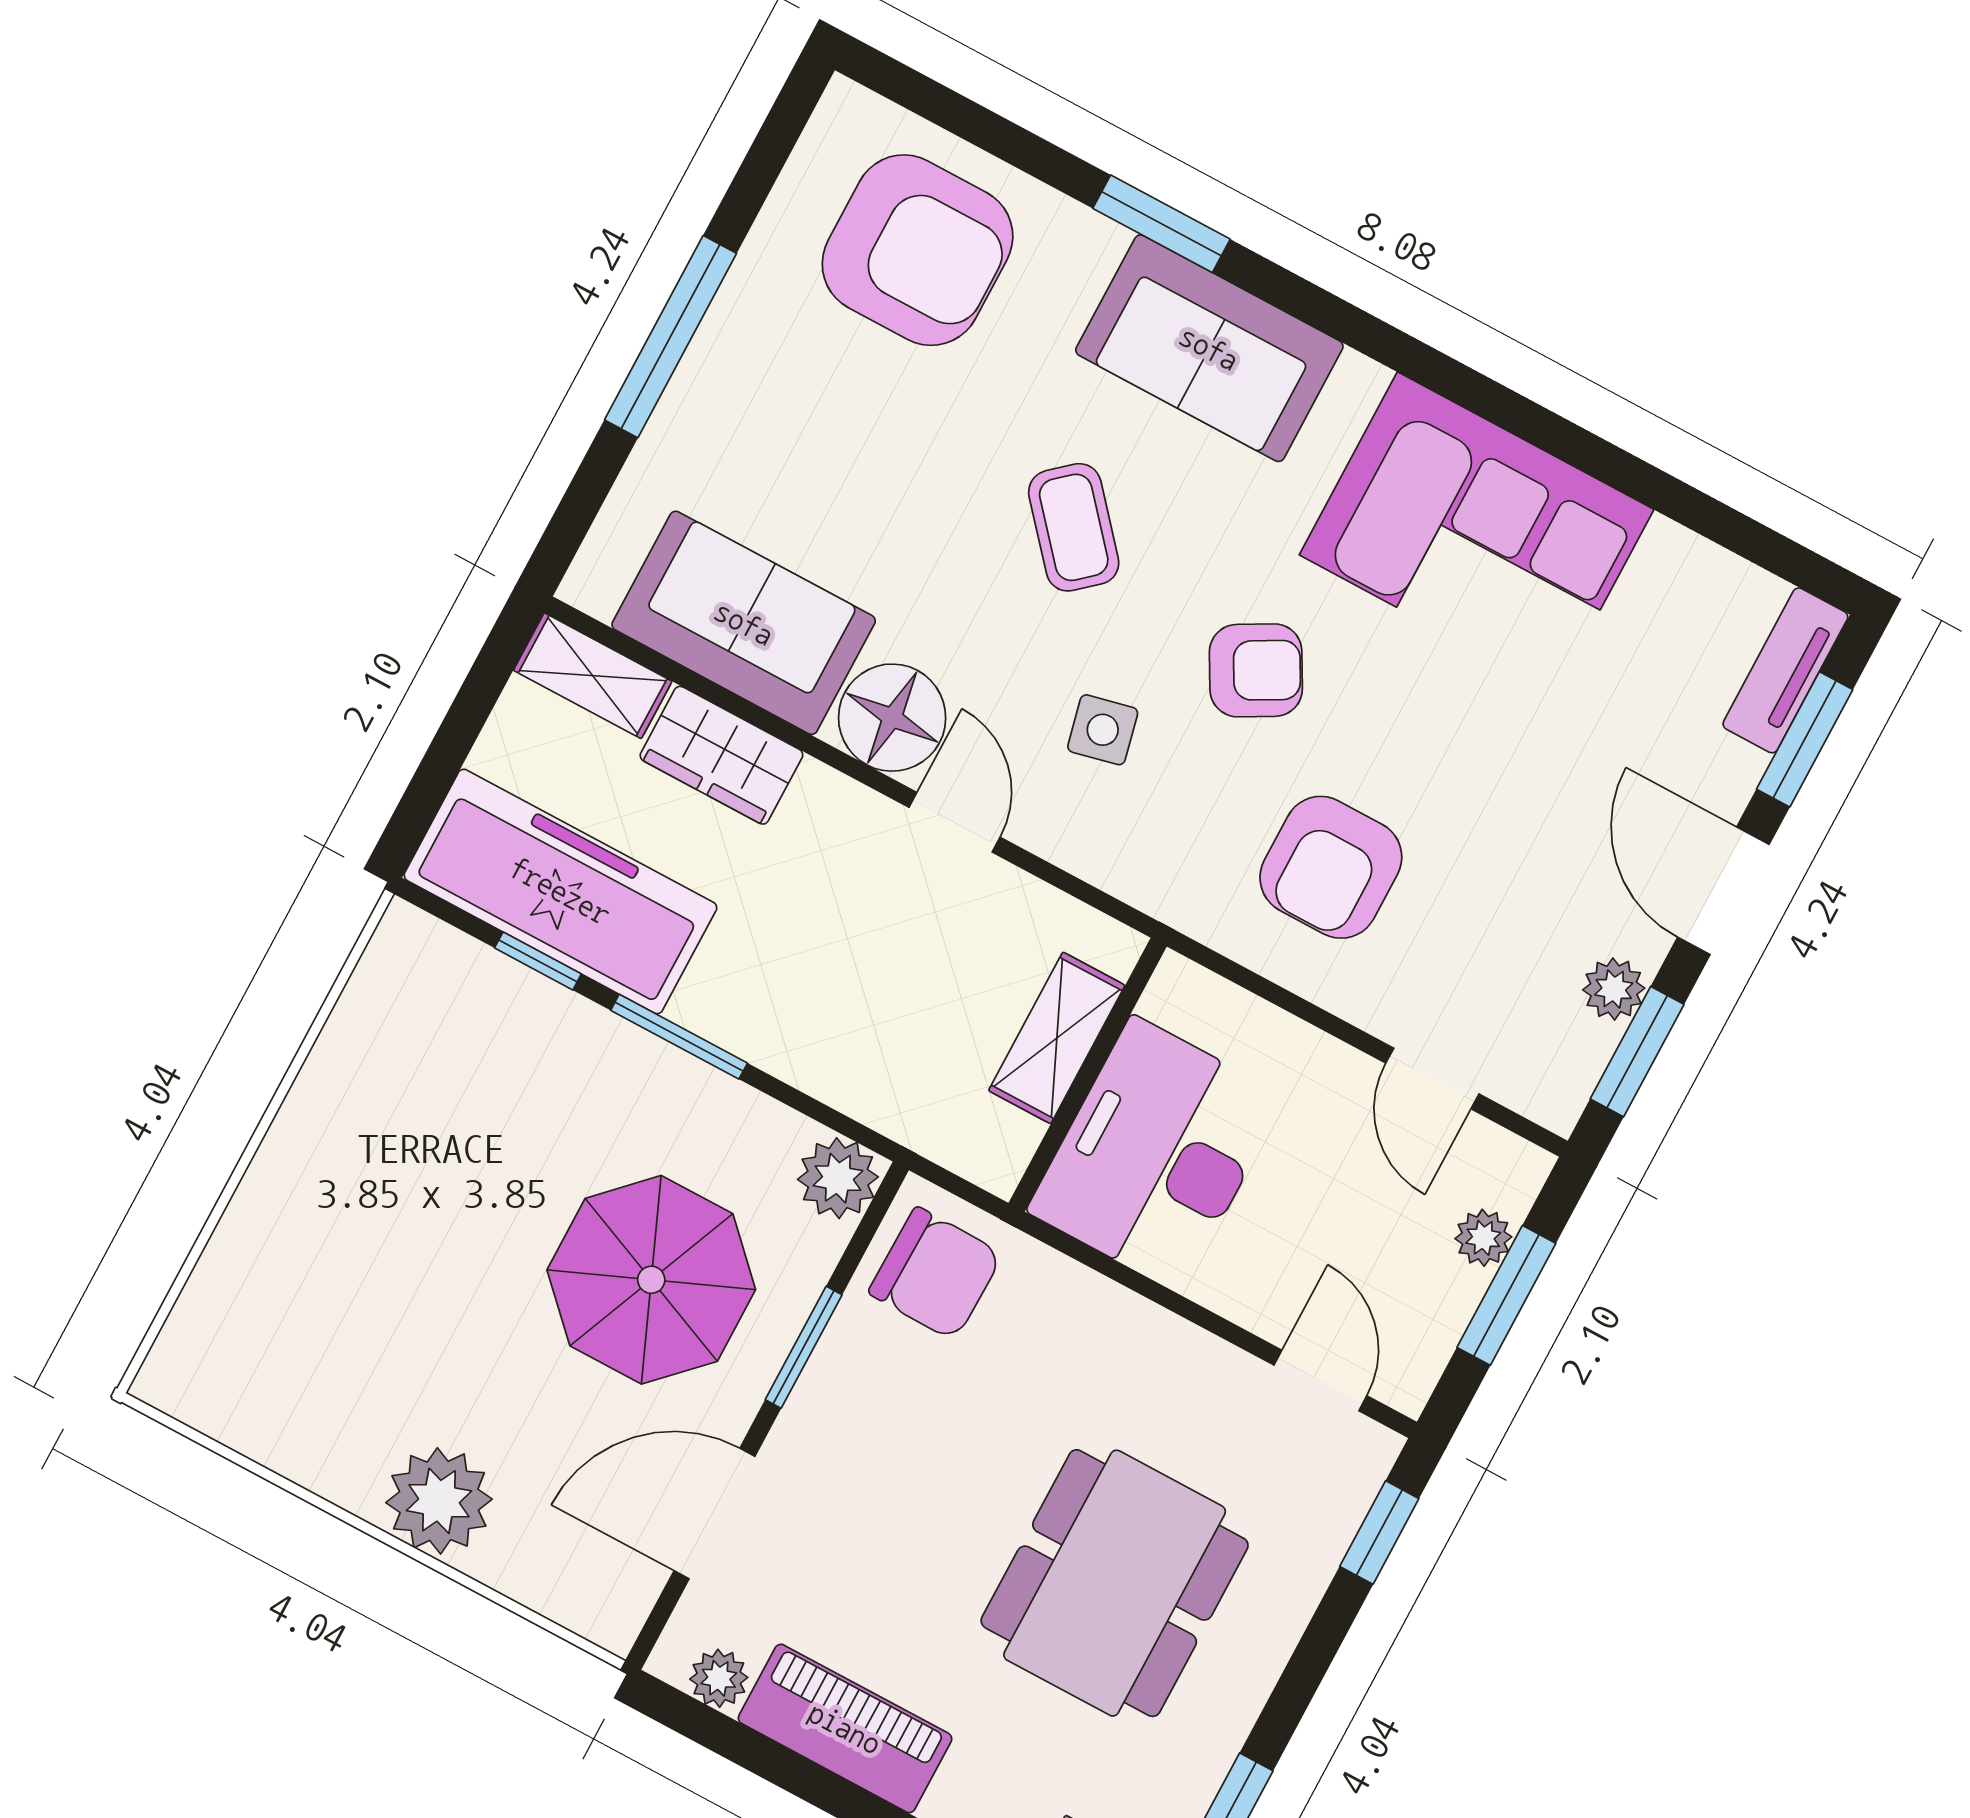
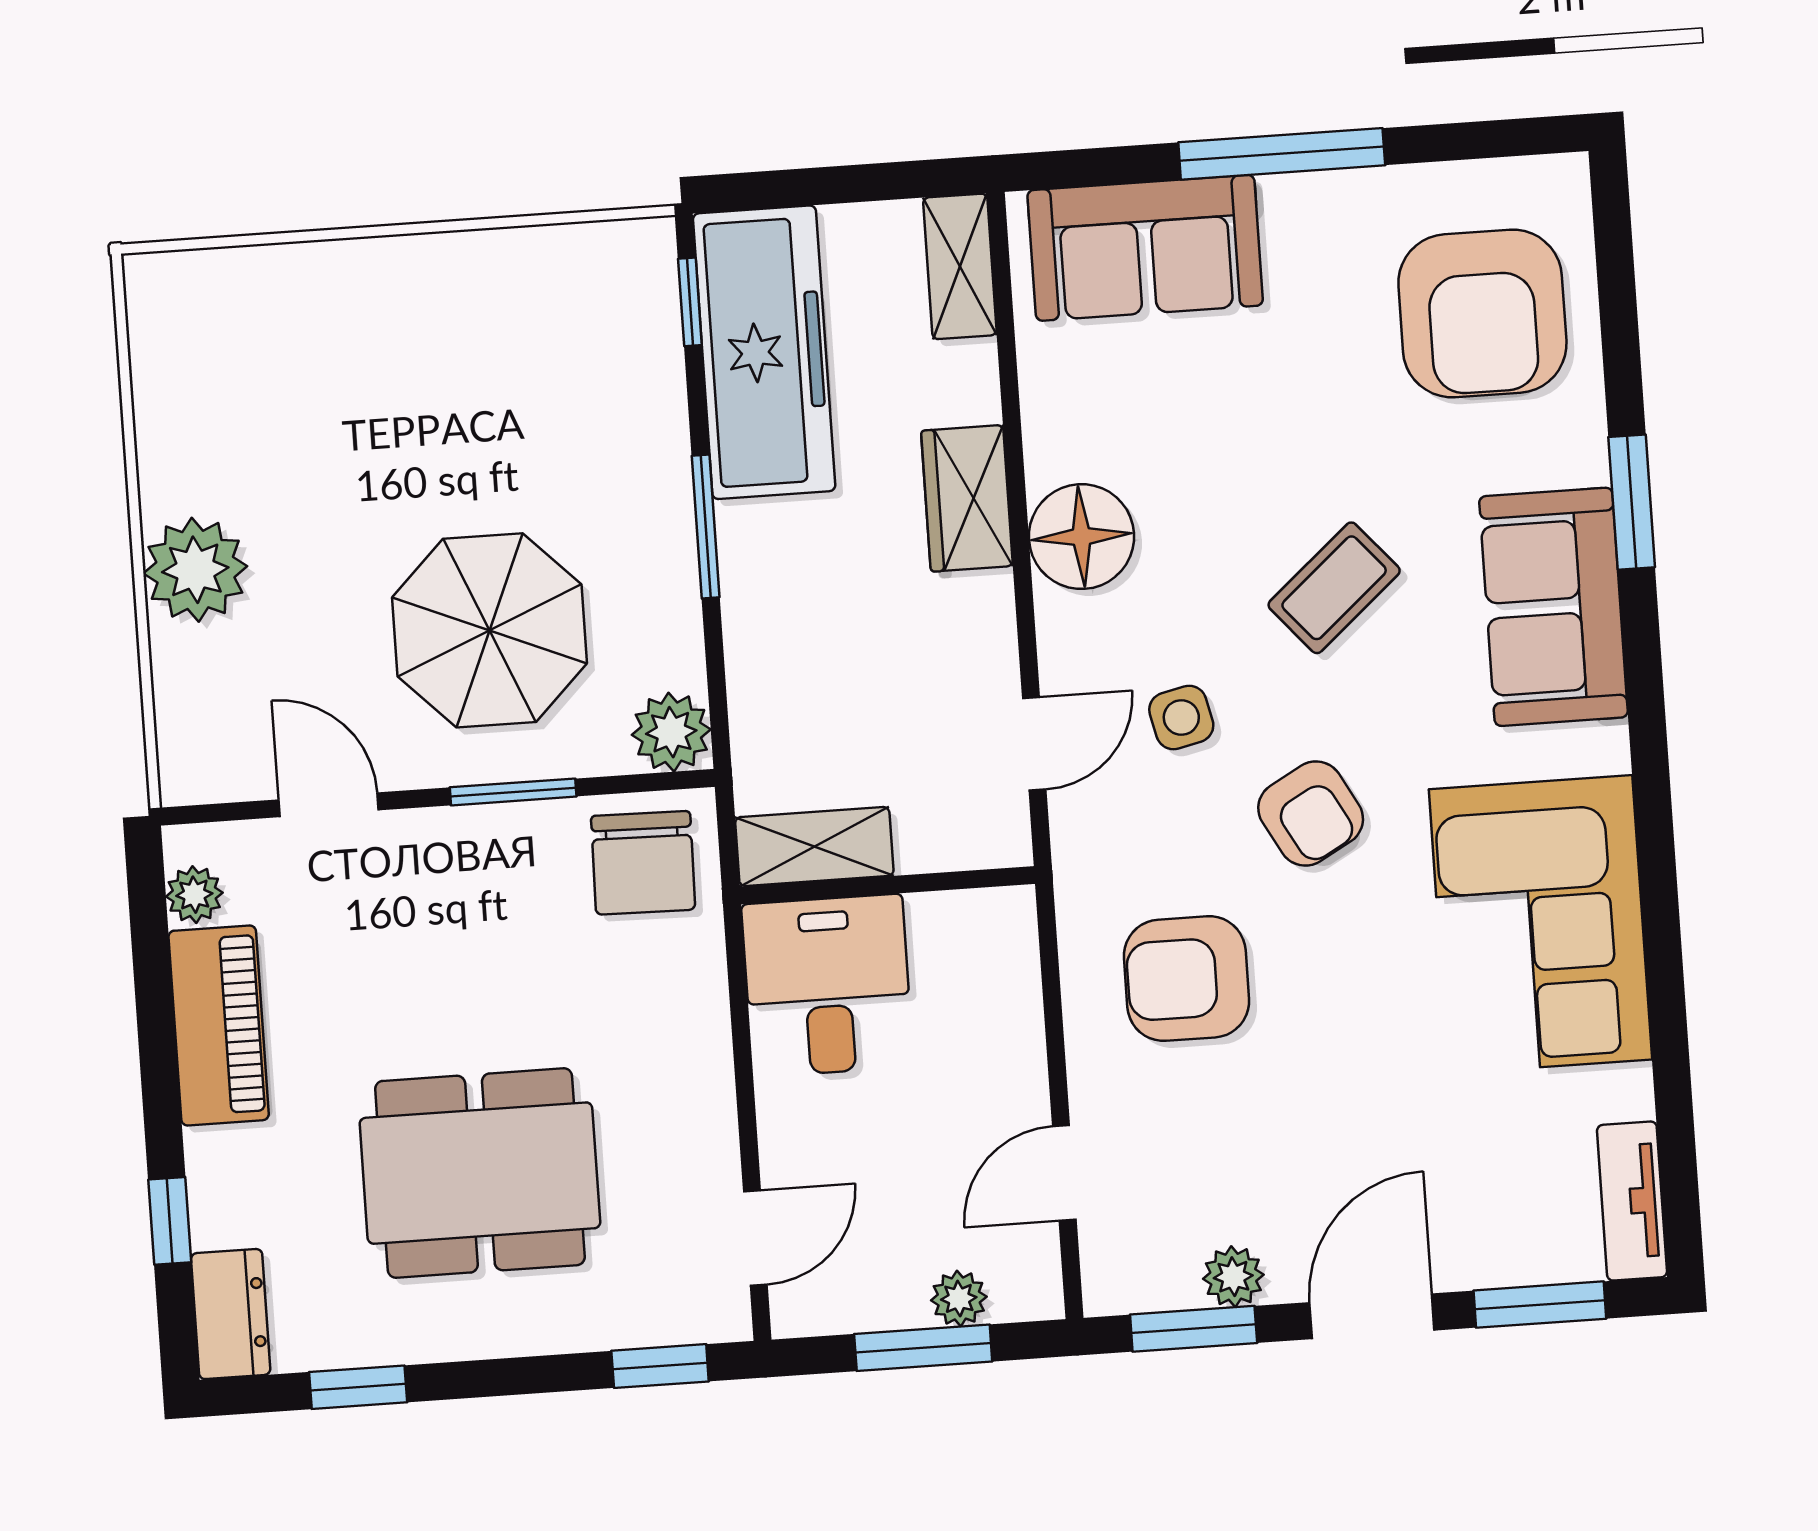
sofa: (744, 623) -> (1145, 248), moved, turned 90
tv unit: (1785, 670) -> (1632, 1201), moved, turned -90
wardrobe: (721, 755) -> (967, 498), moved
door: (955, 822) -> (1034, 744), moved
window: (538, 961) -> (690, 302), moved
shelving: (1057, 1038) -> (814, 847), moved
desk: (1156, 1154) -> (828, 986), width x0.73
door: (714, 1514) -> (329, 805), width x0.73

